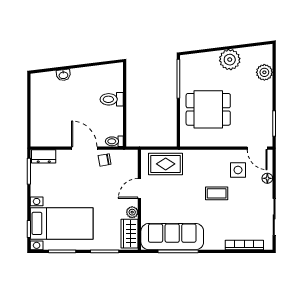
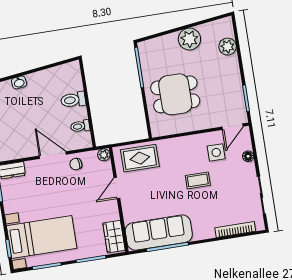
toilet: (114, 141) -> (80, 126), moved
door: (257, 148) -> (233, 127), hinge flipped
plant: (132, 212) -> (104, 155), moved

